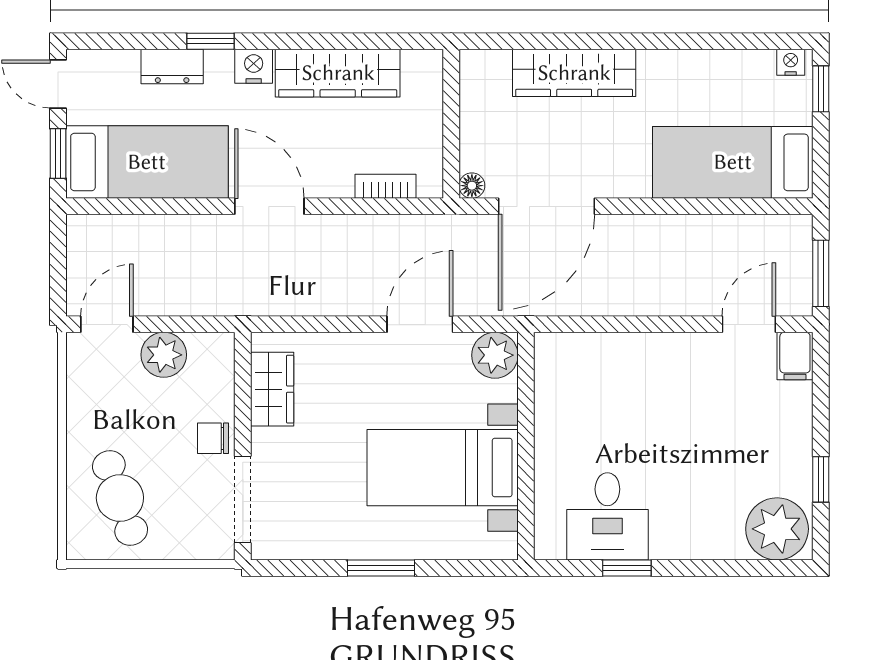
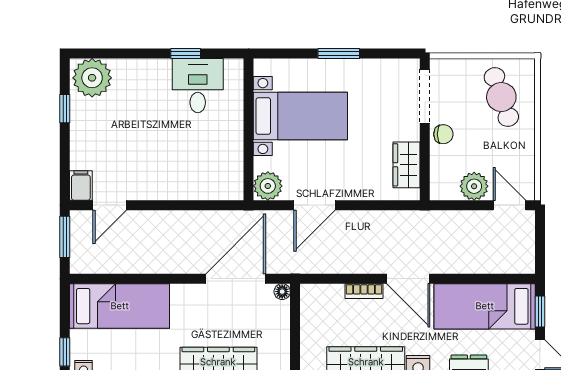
bookcase: (386, 186) -> (364, 291), moved
door: (107, 324) -> (509, 205), swing flipped

